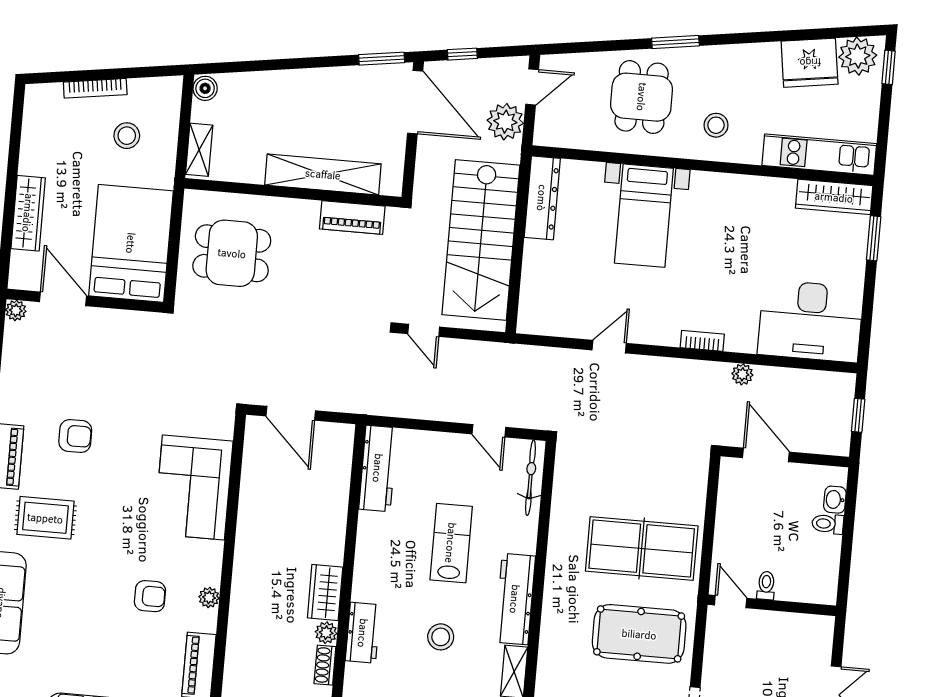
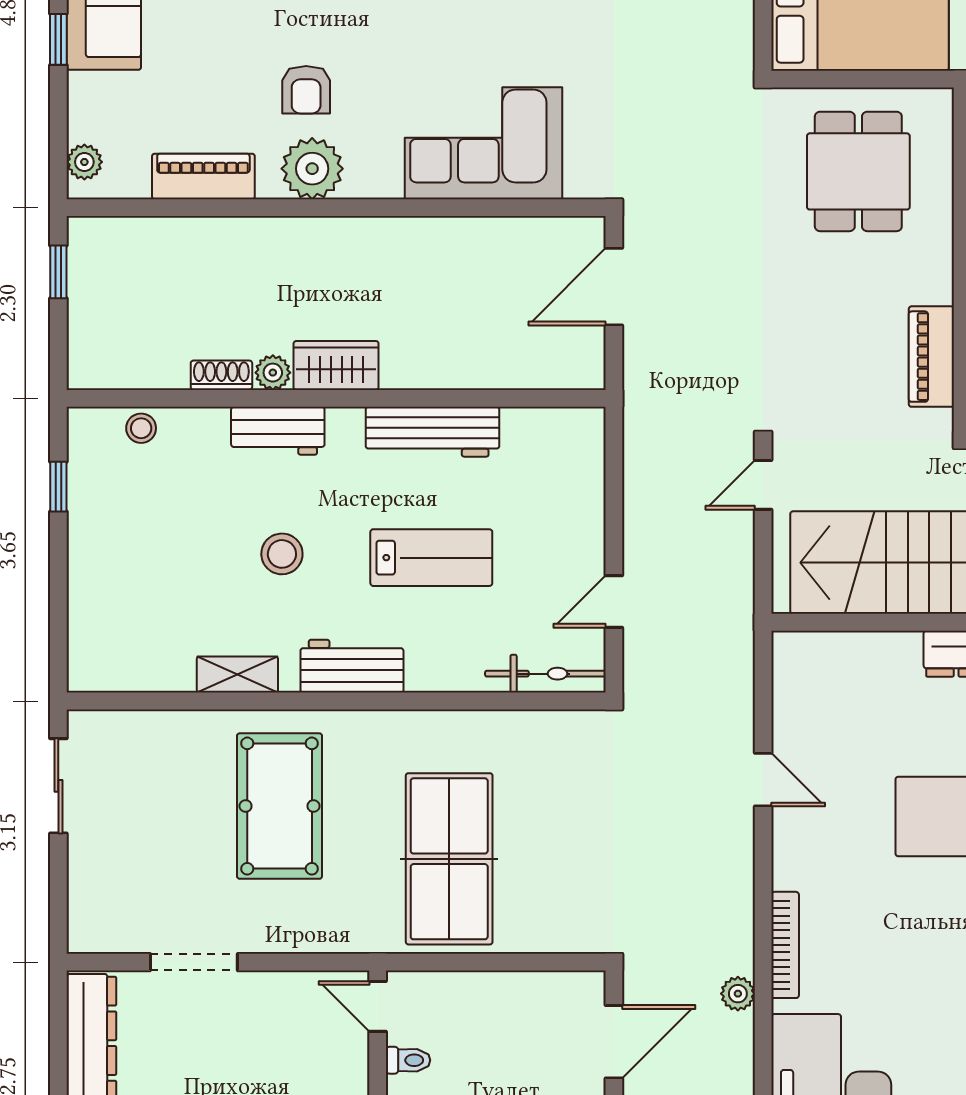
bookcase: (702, 341) -> (785, 945), width x1.56
workbench: (378, 468) -> (432, 432), moved
plant: (209, 597) -> (312, 169), width x1.87, depth x1.87
workbench: (515, 599) -> (352, 666), width x0.73
door: (731, 602) -> (378, 1006), swing flipped
pool table: (639, 634) -> (280, 806), moved

